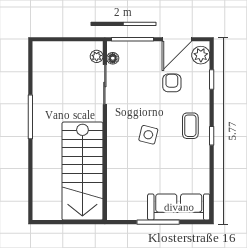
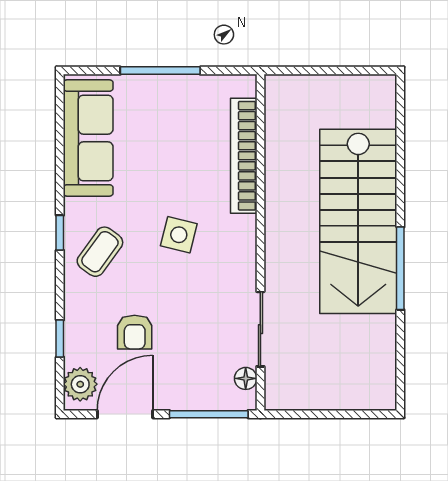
plant: (97, 56) -> (276, 382), removed
coffee table: (190, 126) -> (100, 252), turned 36
stairs: (82, 171) -> (358, 221), moved, turned 180
bookcase: (114, 177) -> (244, 156), added
sofa: (179, 207) -> (88, 138), moved, turned -90

